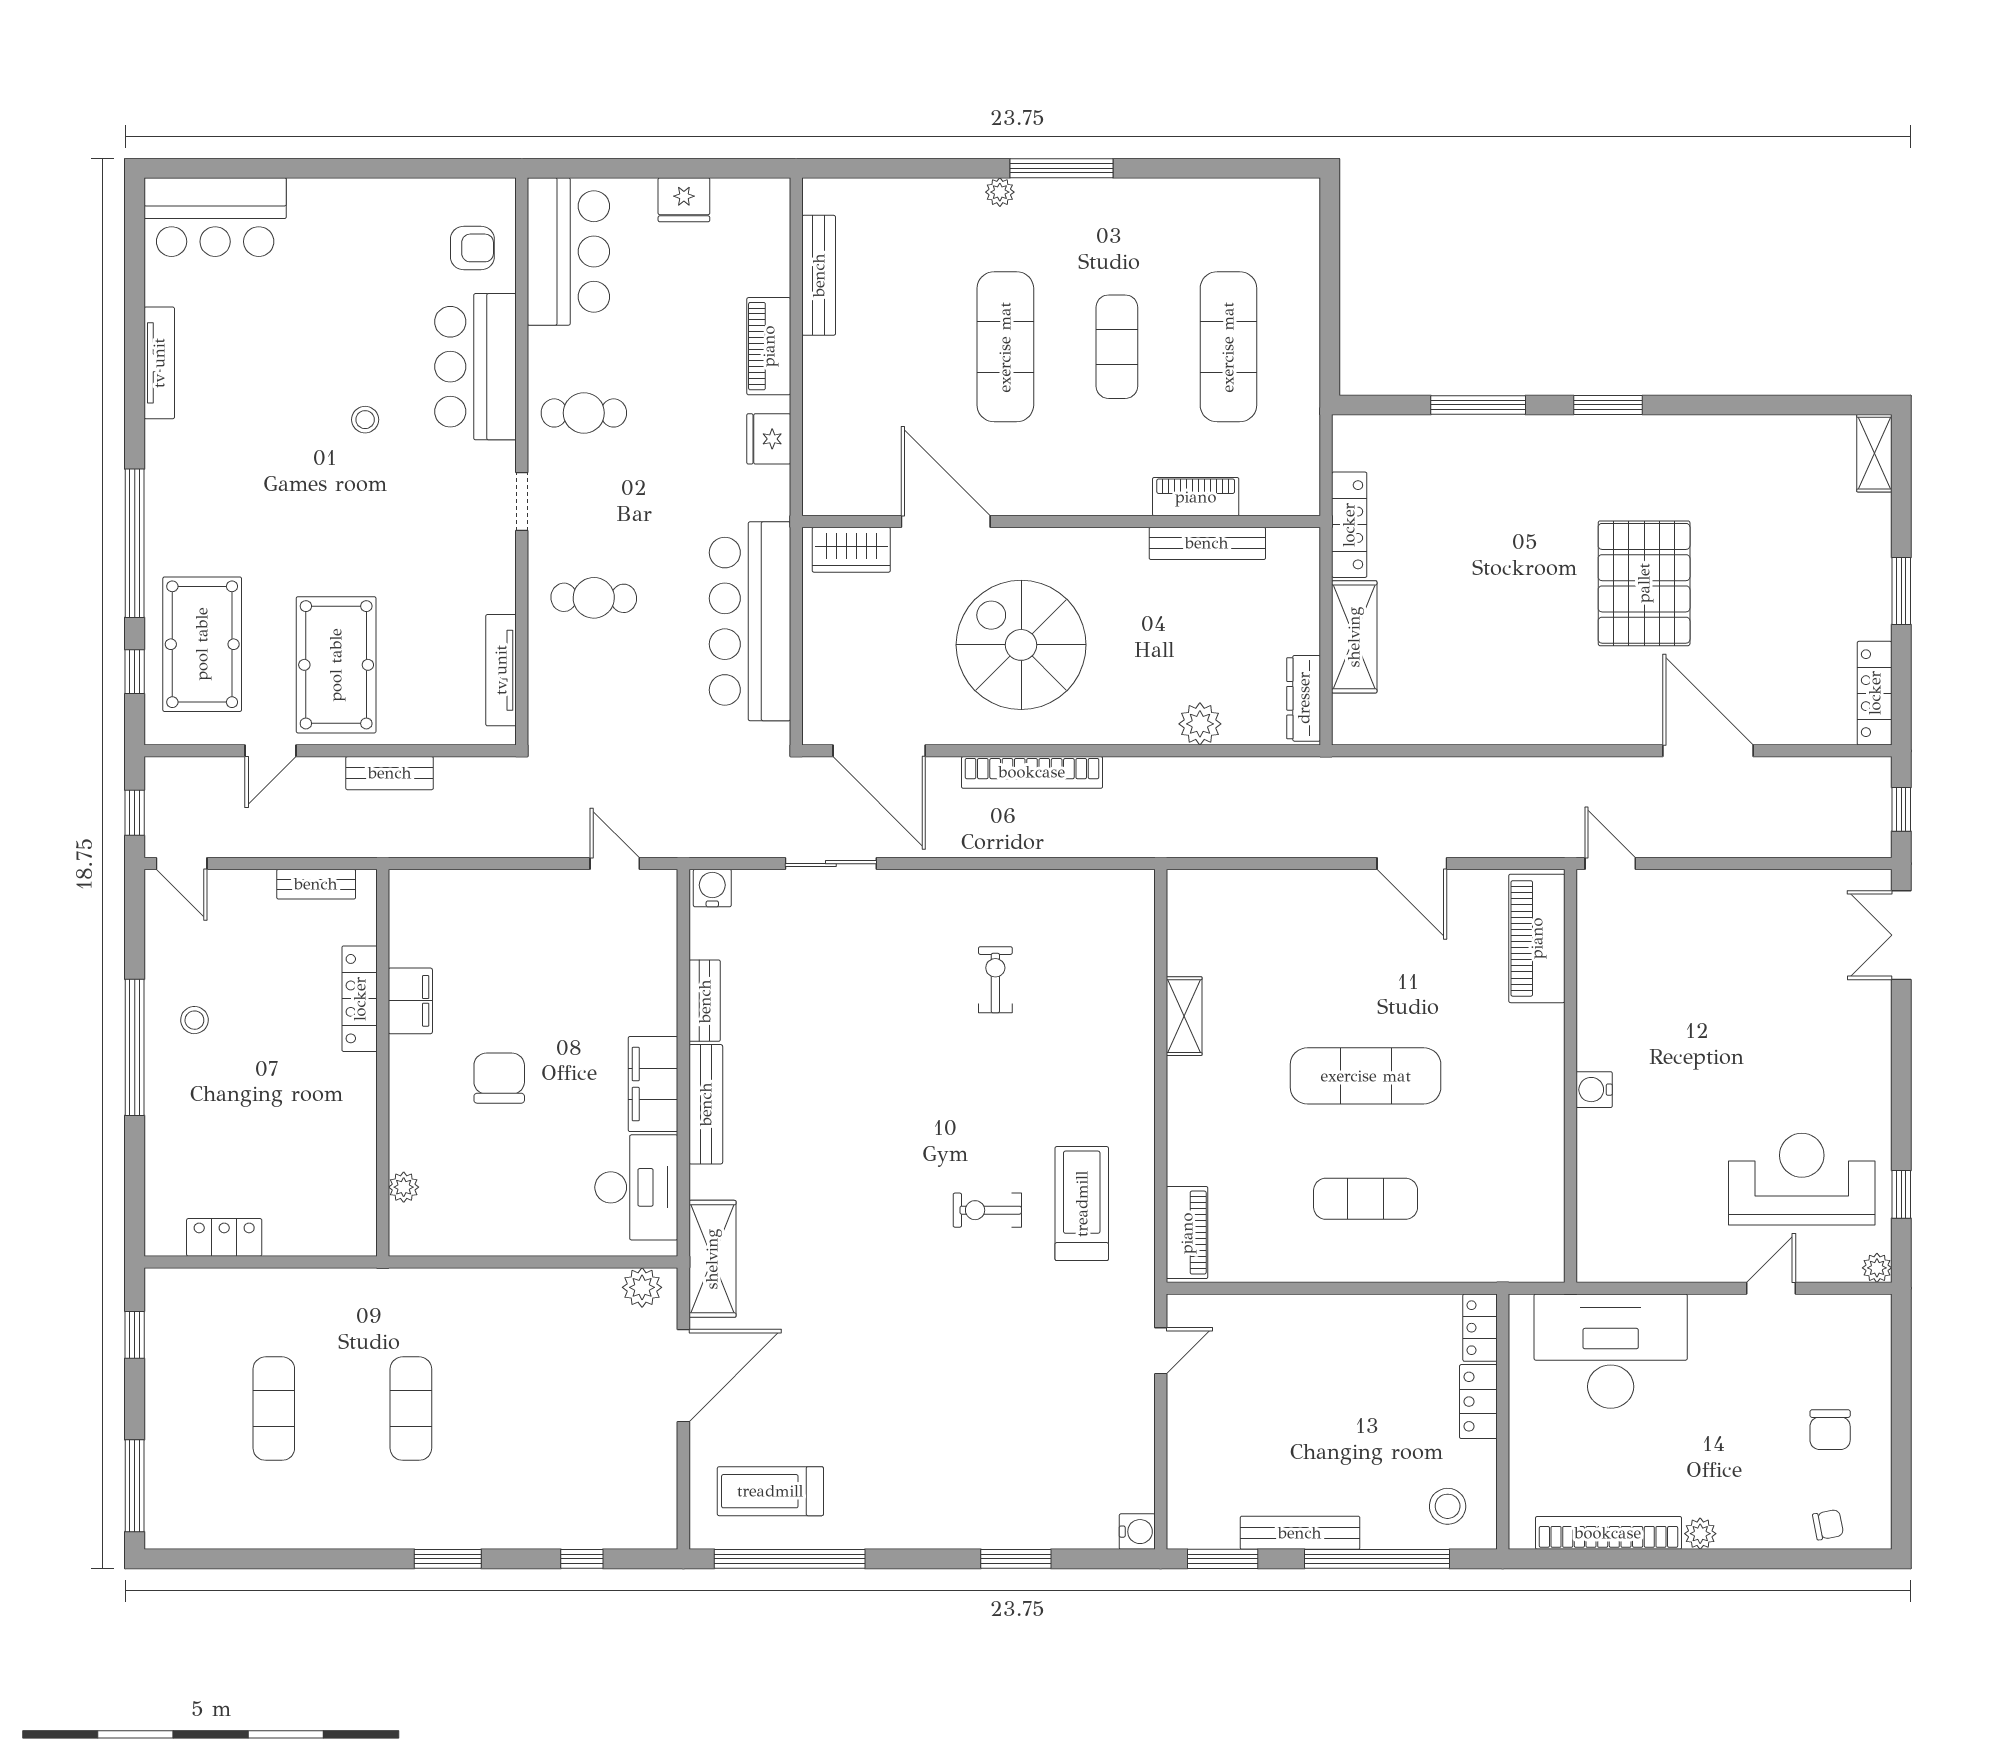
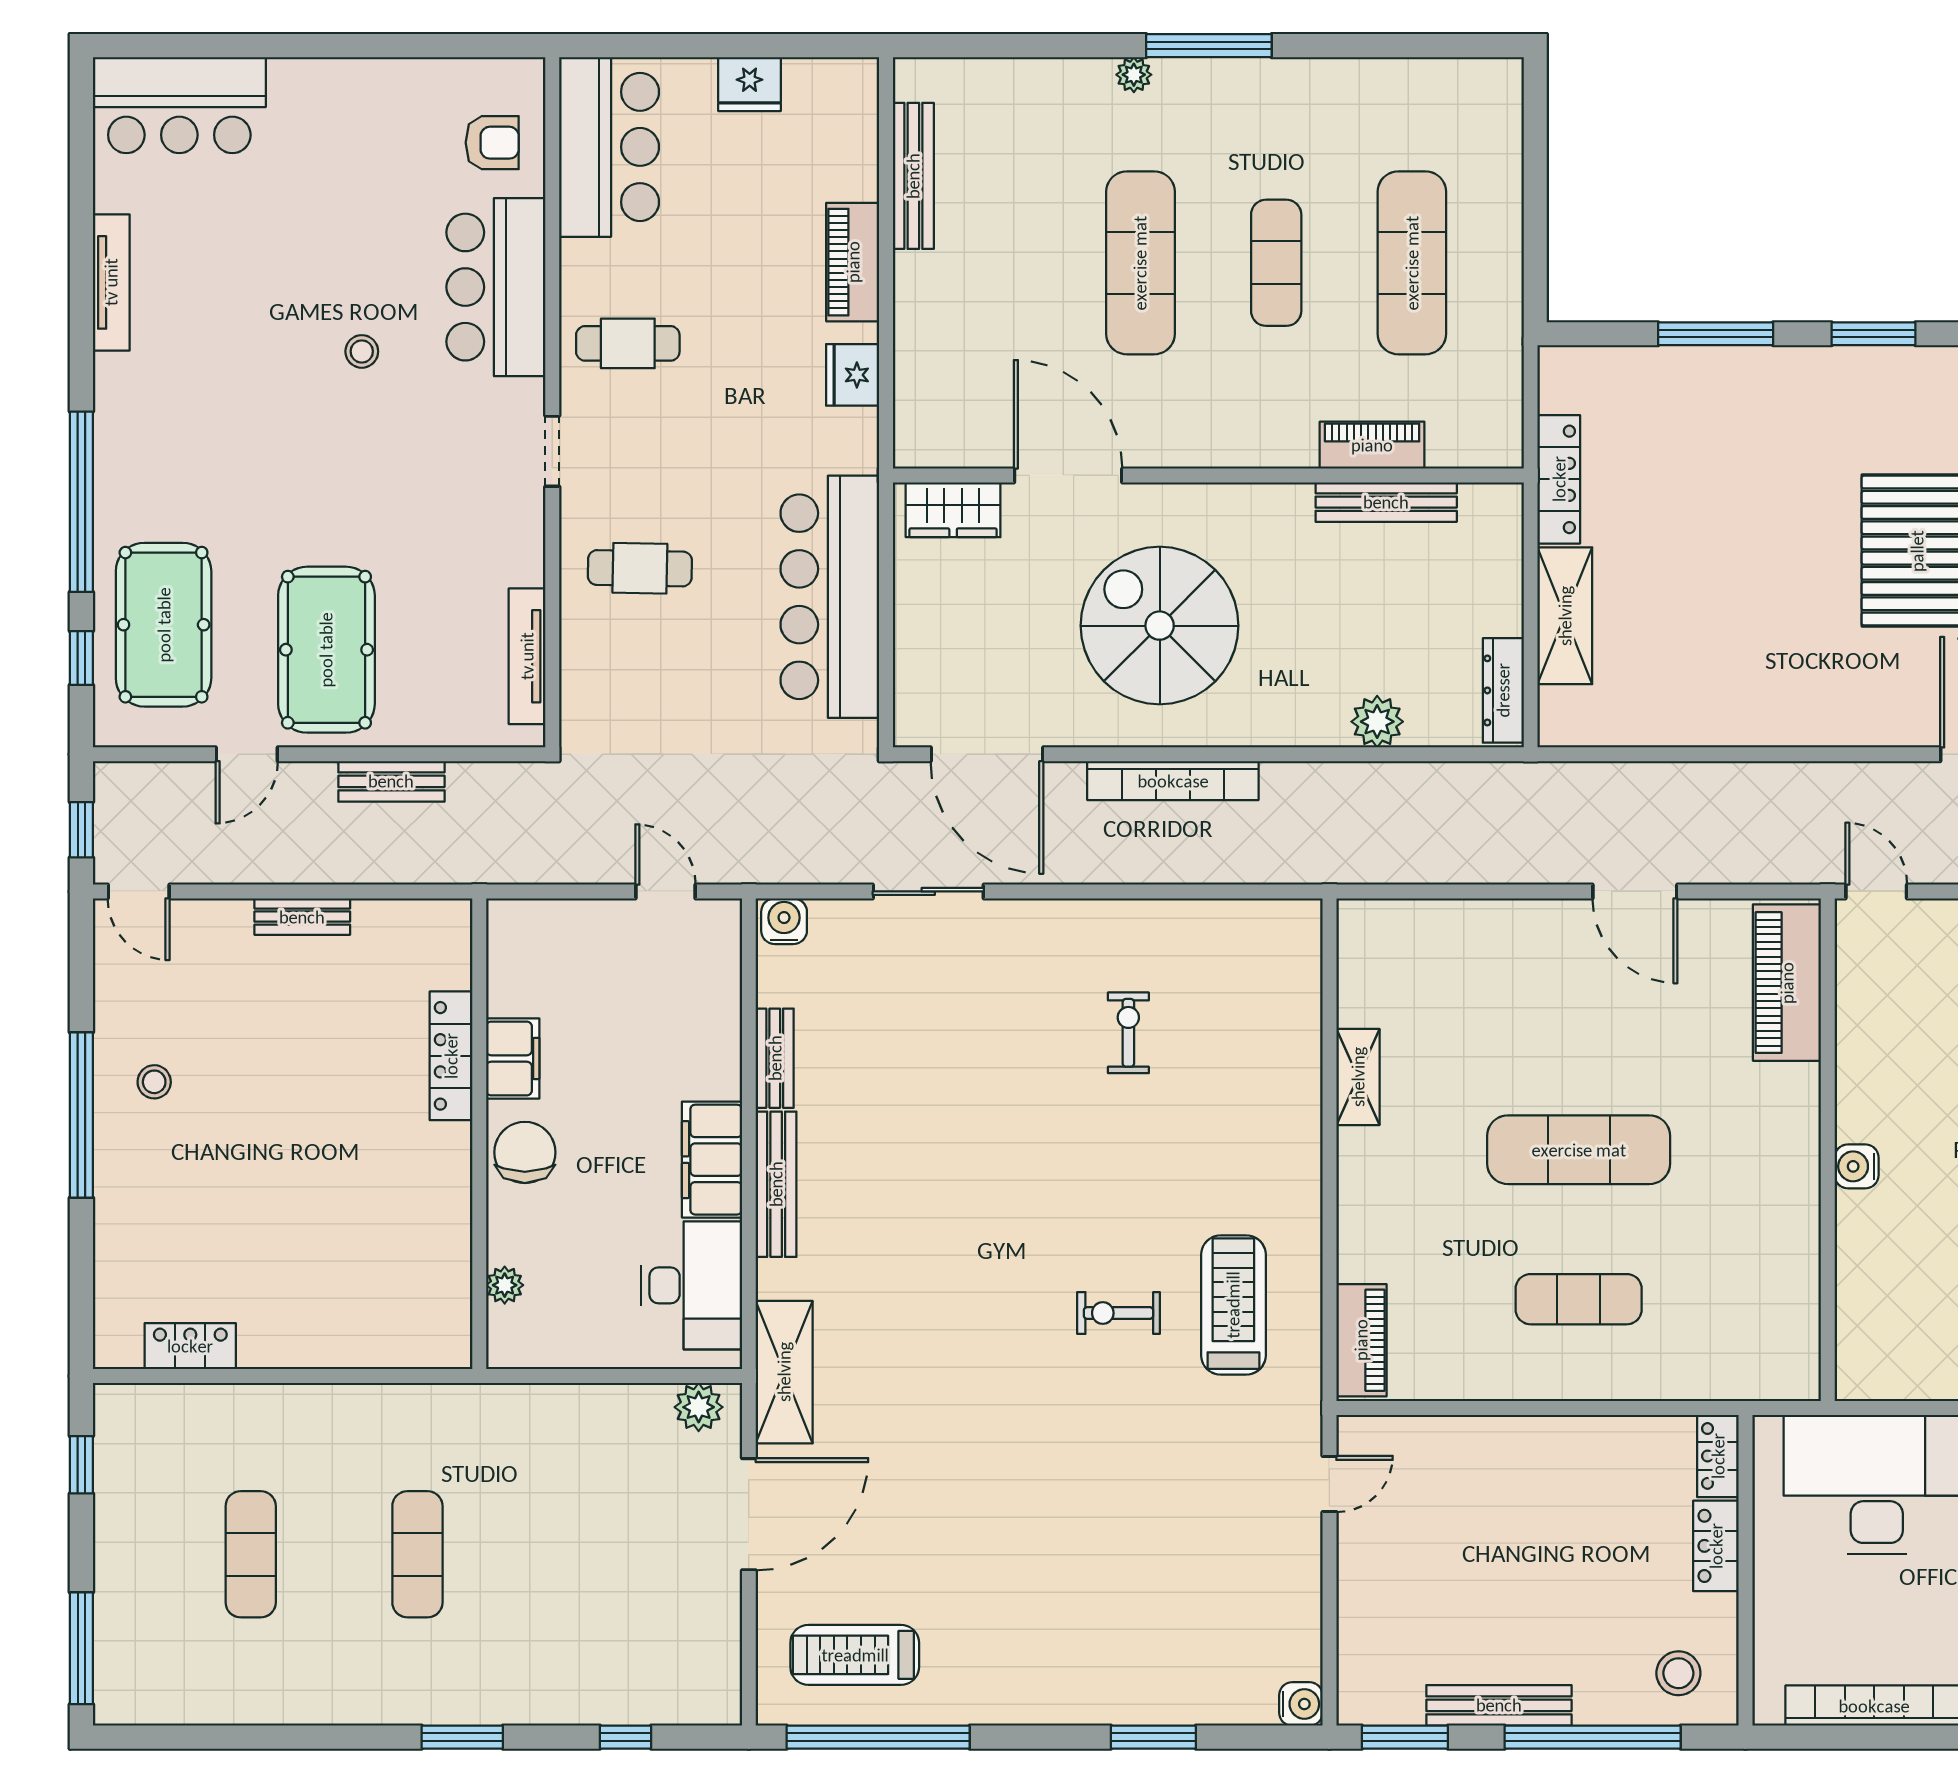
locker: (360, 999) -> (451, 1056), moved
filing cabinet: (410, 1001) -> (513, 1059), moved
wall: (383, 1063) -> (479, 1134), moved
plant: (404, 1187) -> (505, 1285), moved

